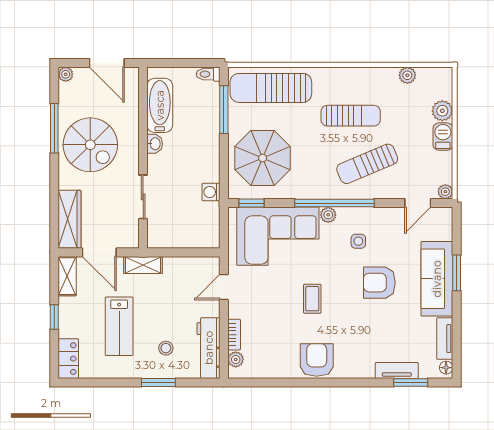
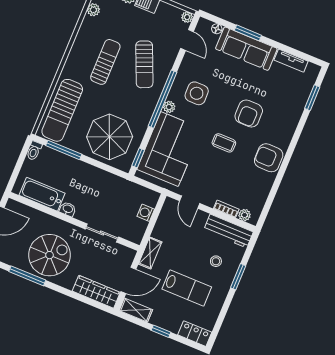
washing machine: (211, 192) -> (146, 213), moved, turned 90
side table: (358, 241) -> (197, 93), width x1.87, depth x1.87
armchair: (379, 283) -> (249, 114), moved
floor lamp: (446, 368) -> (217, 29), moved
tv unit: (397, 370) -> (300, 104), removed

